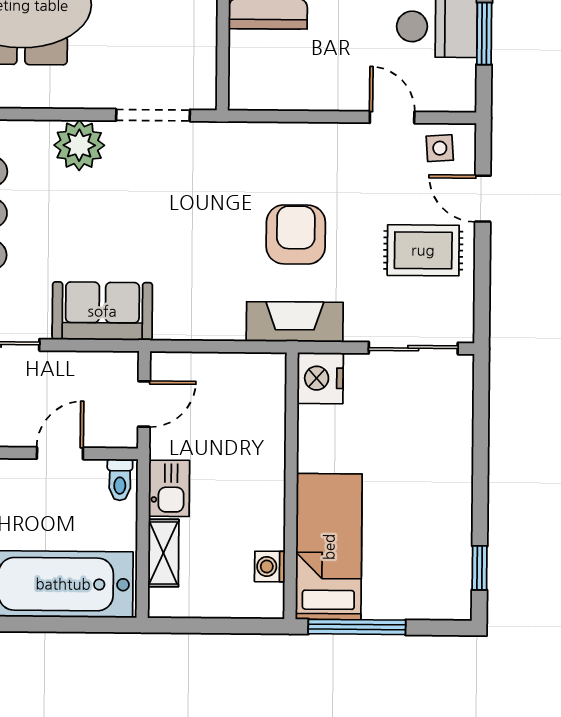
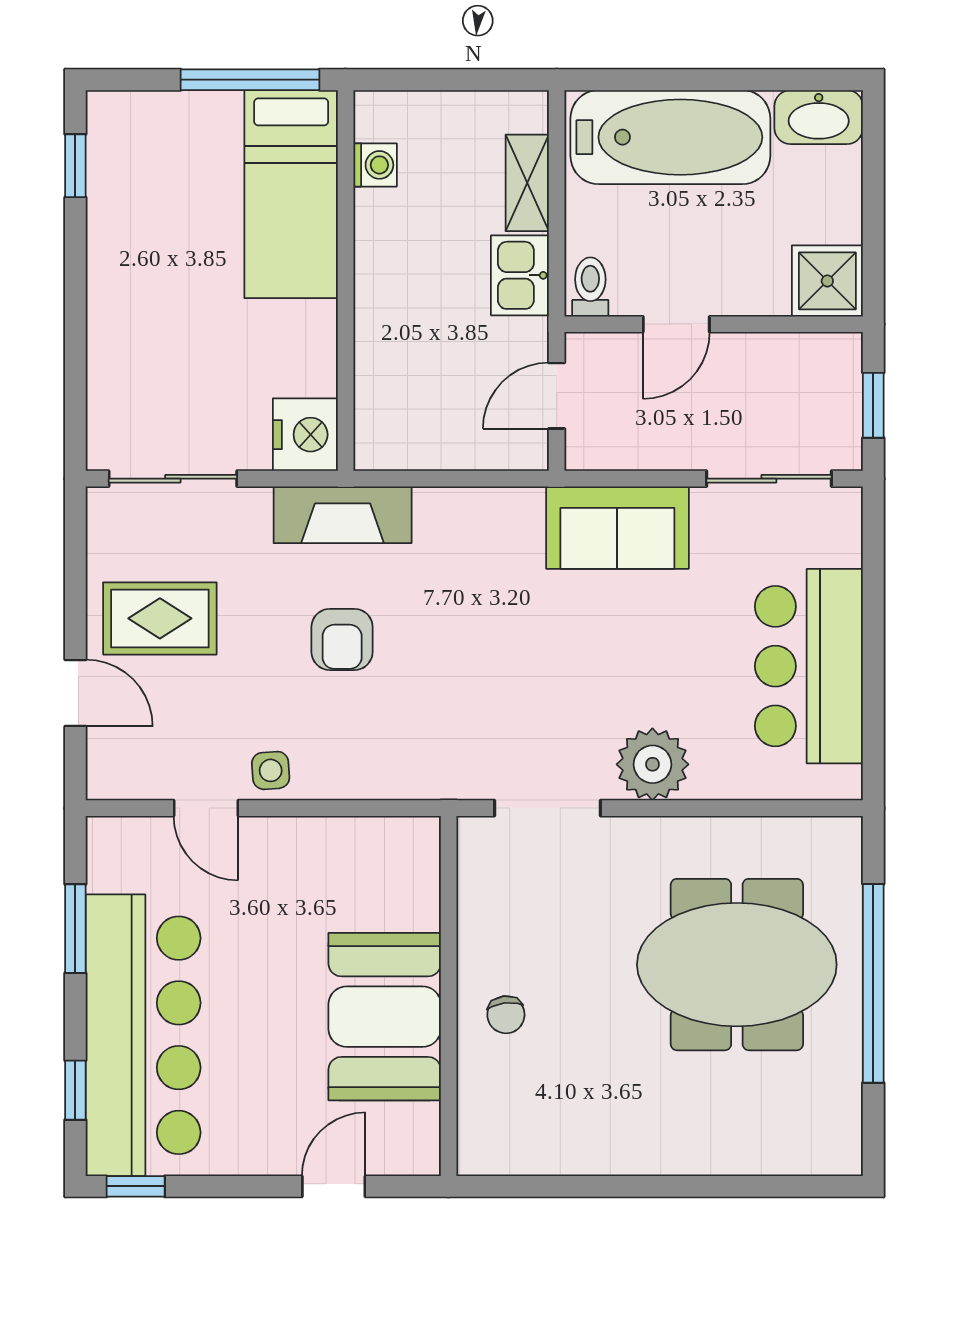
side table: (440, 148) -> (271, 770), moved
armchair: (296, 235) -> (342, 639), width x0.72, depth x0.72

